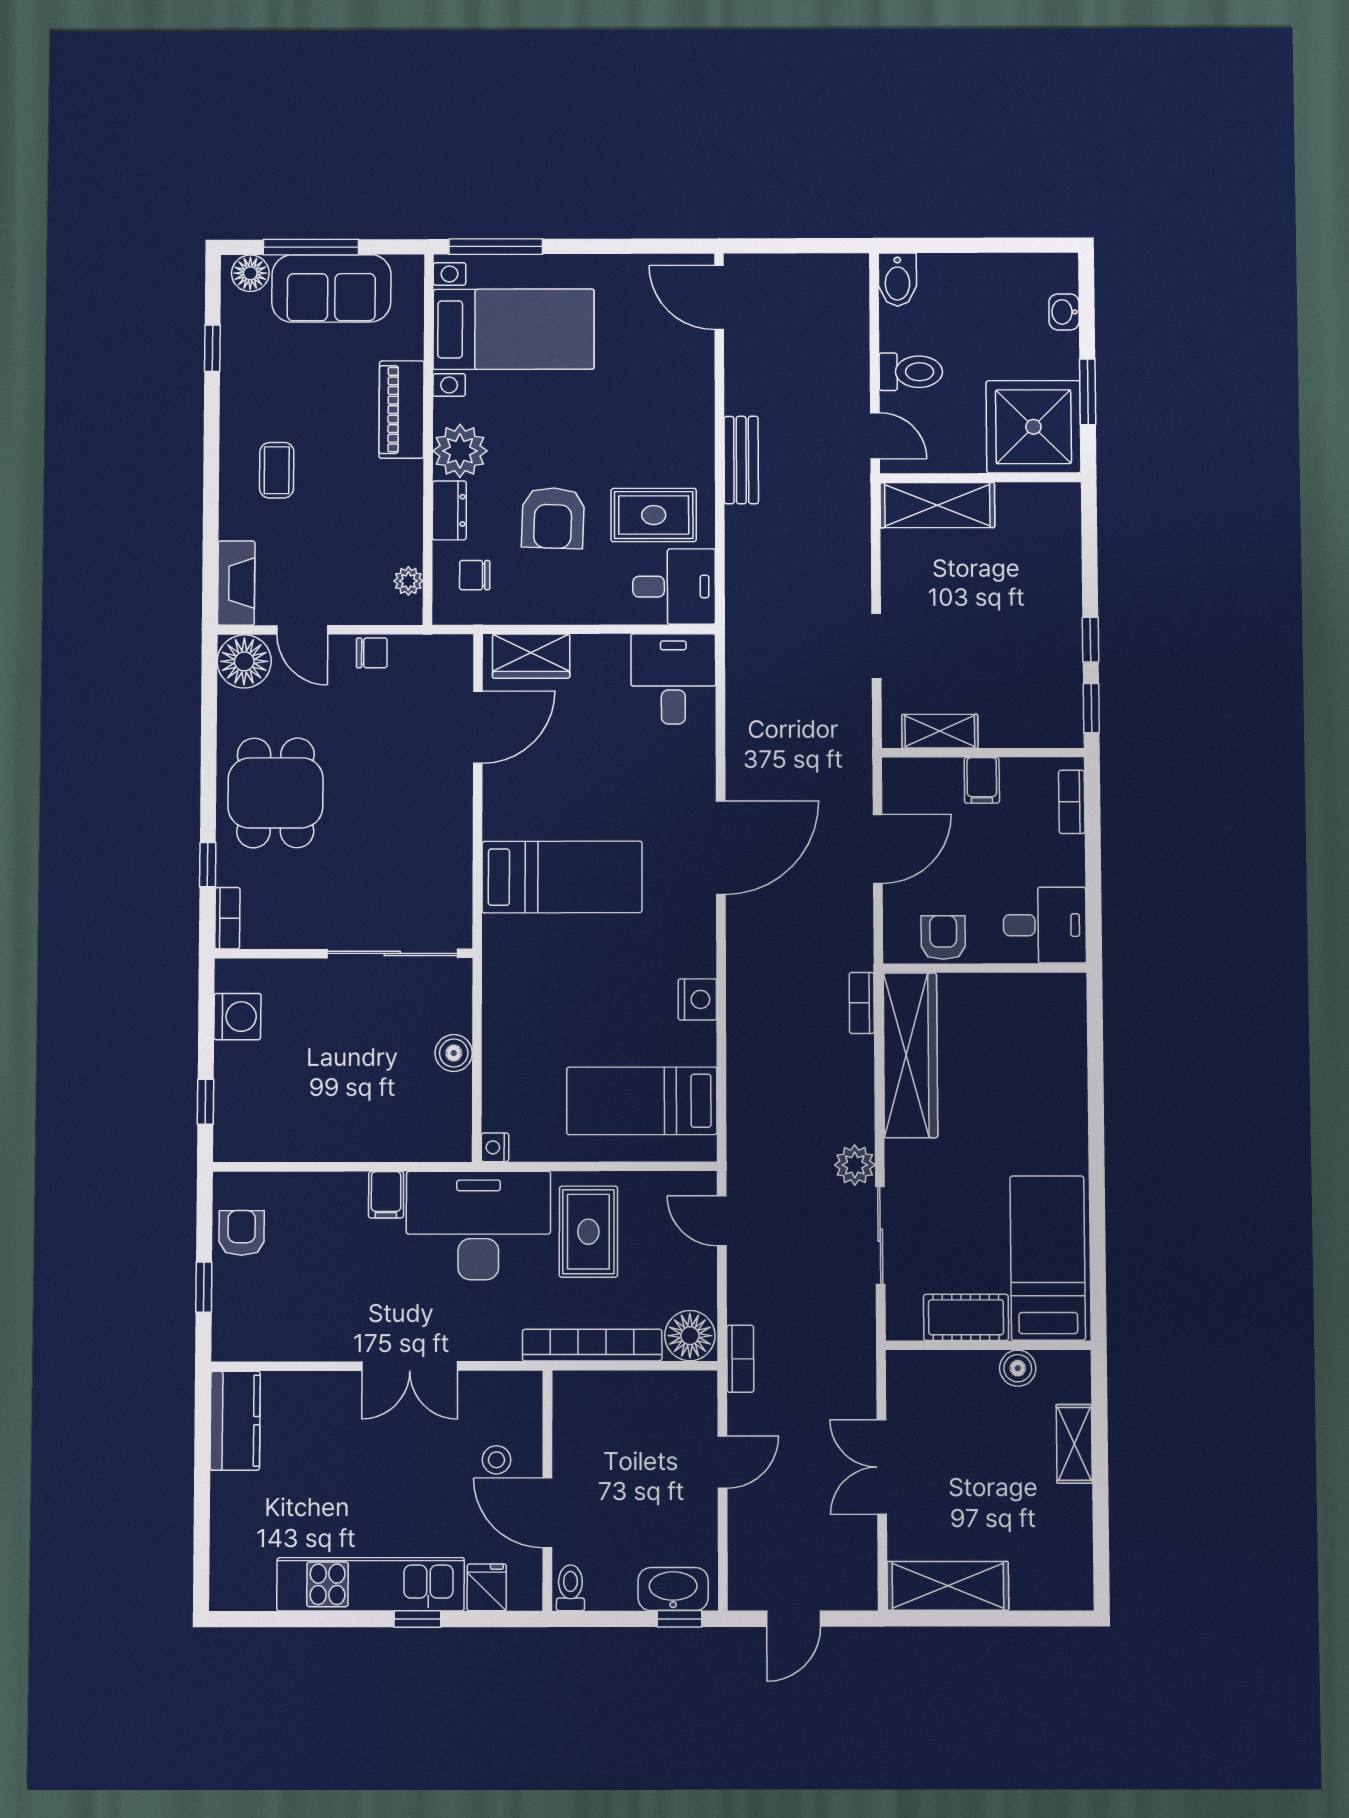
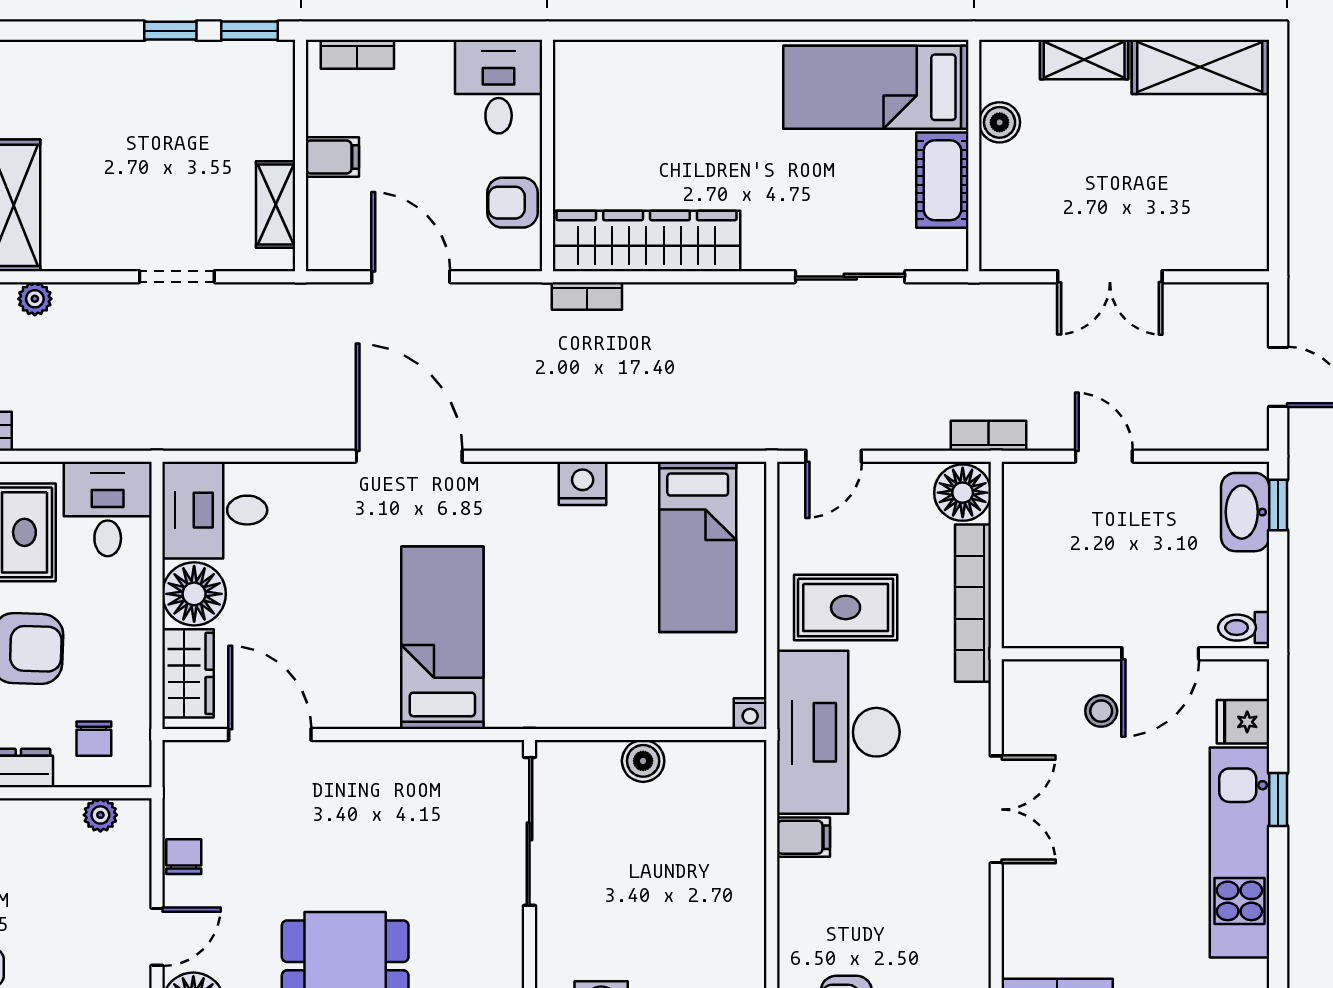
floor lamp: (600, 661) -> (194, 594), added
plant: (855, 1165) -> (35, 299), moved, width x0.73, depth x0.73
shelving: (948, 1586) -> (1200, 67), moved, turned 90

